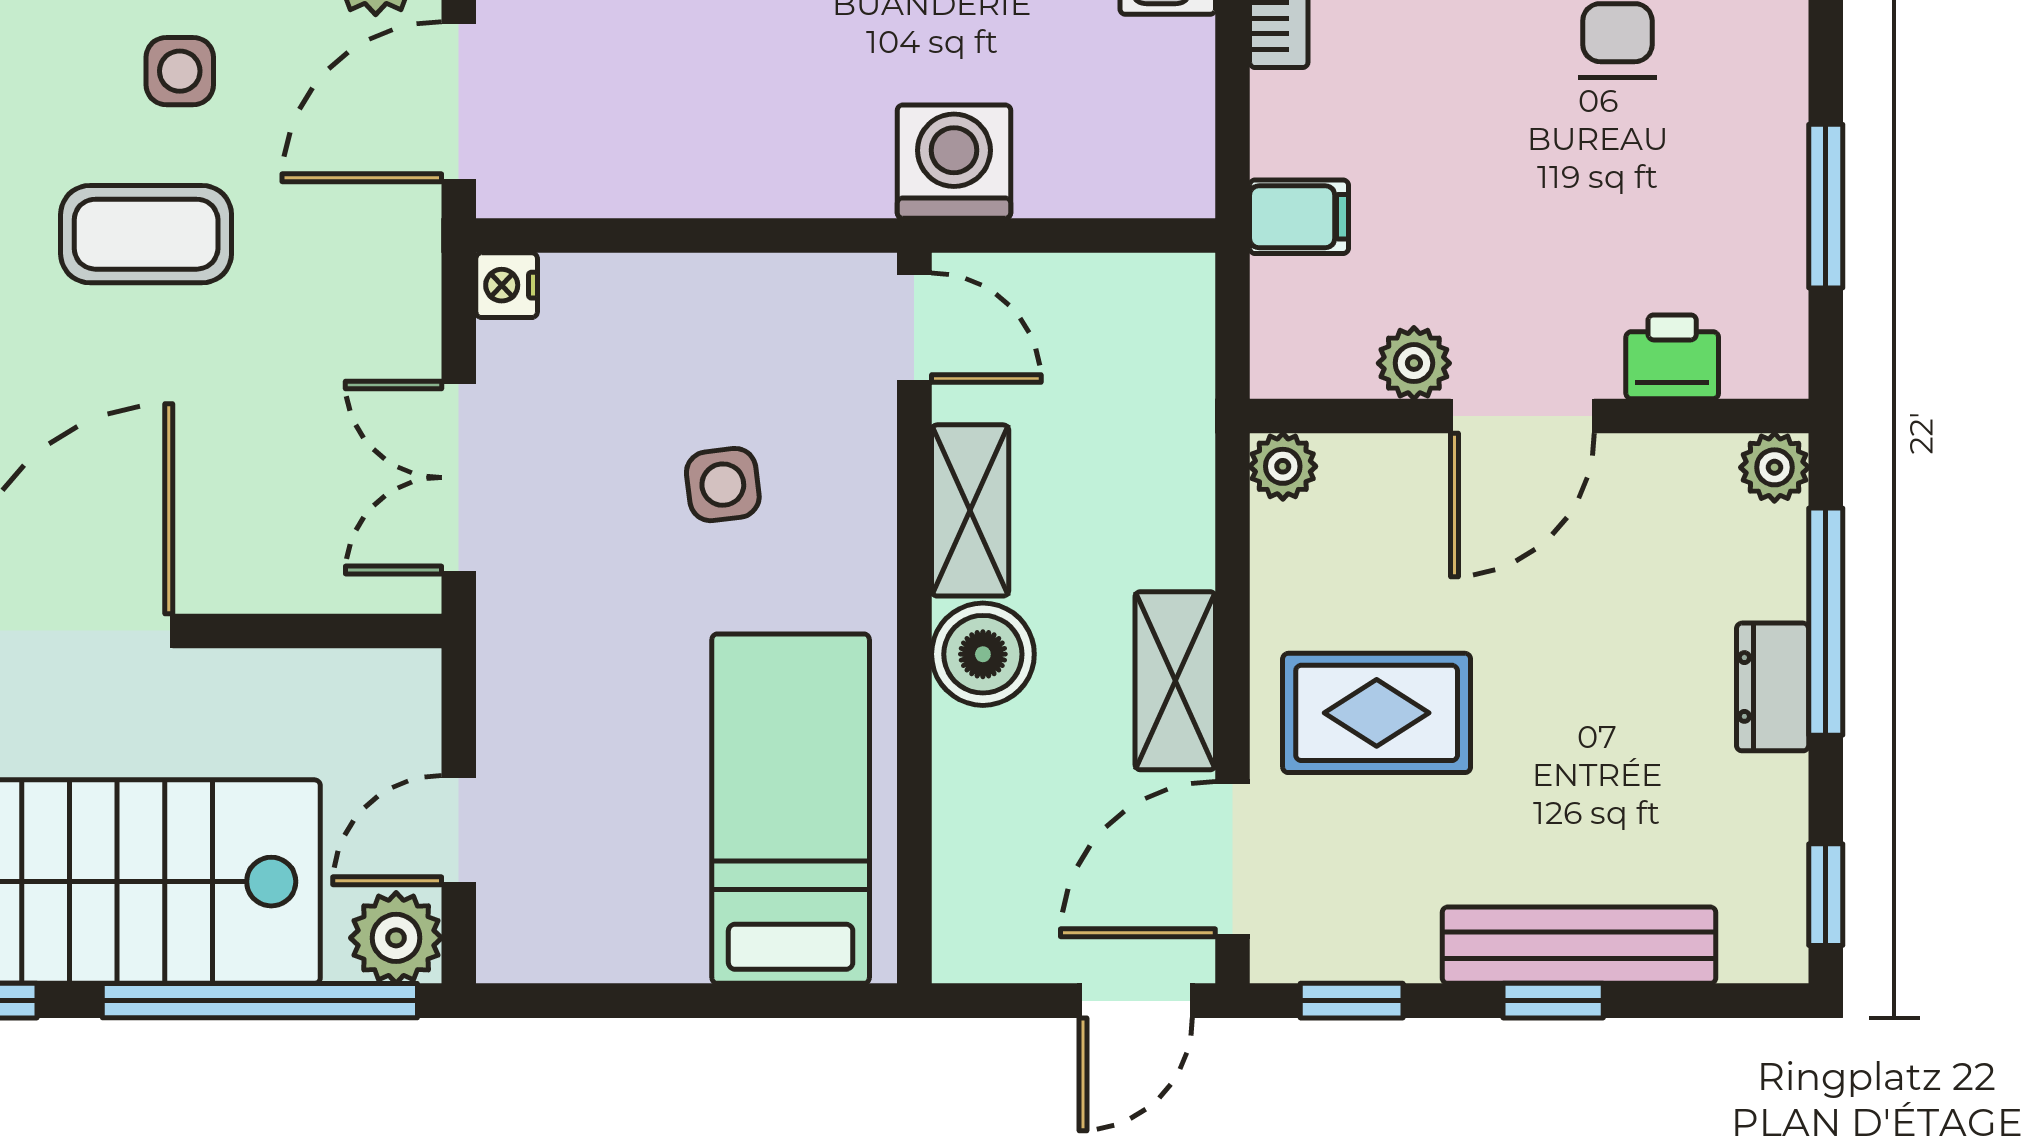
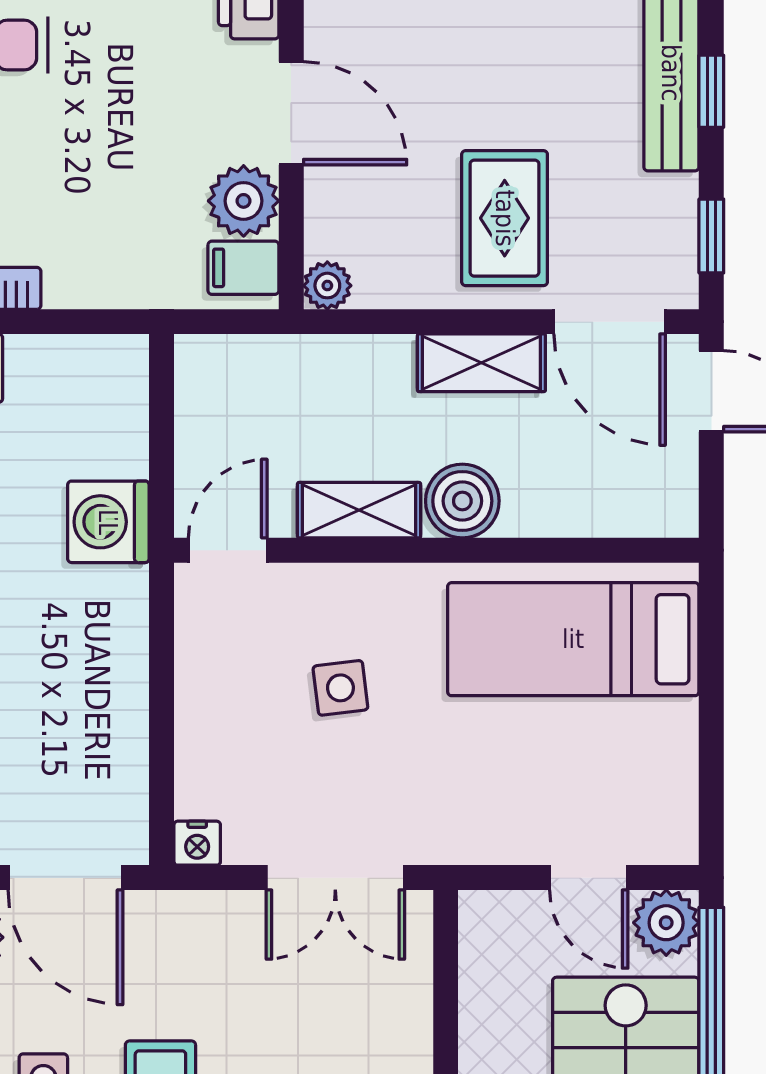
filing cabinet: (1299, 217) -> (243, 268), moved, turned -90
plant: (1414, 363) -> (244, 201), width x1.38, depth x1.38

